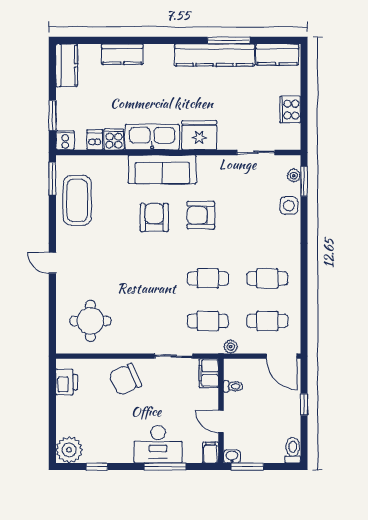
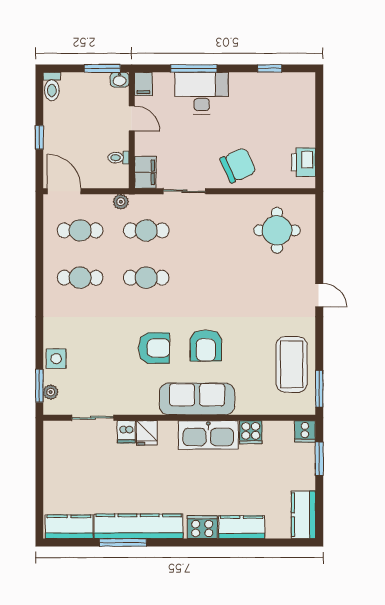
cooker: (290, 110) -> (202, 527), moved, turned -90
fridge: (199, 135) -> (147, 433), width x0.53, depth x0.75
dishwasher: (95, 140) -> (126, 432), moved
plant: (69, 450) -> (301, 87), removed

